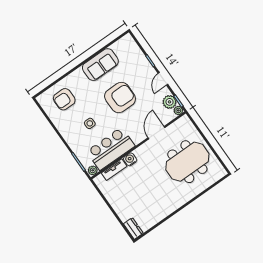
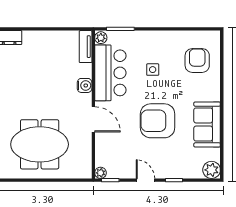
armchair: (120, 98) -> (158, 121), turned 90
plant: (169, 102) -> (212, 170), moved
door: (157, 133) -> (93, 119), moved
meeting table: (187, 162) -> (40, 144), turned 90
tv unit: (114, 170) -> (86, 47), moved

